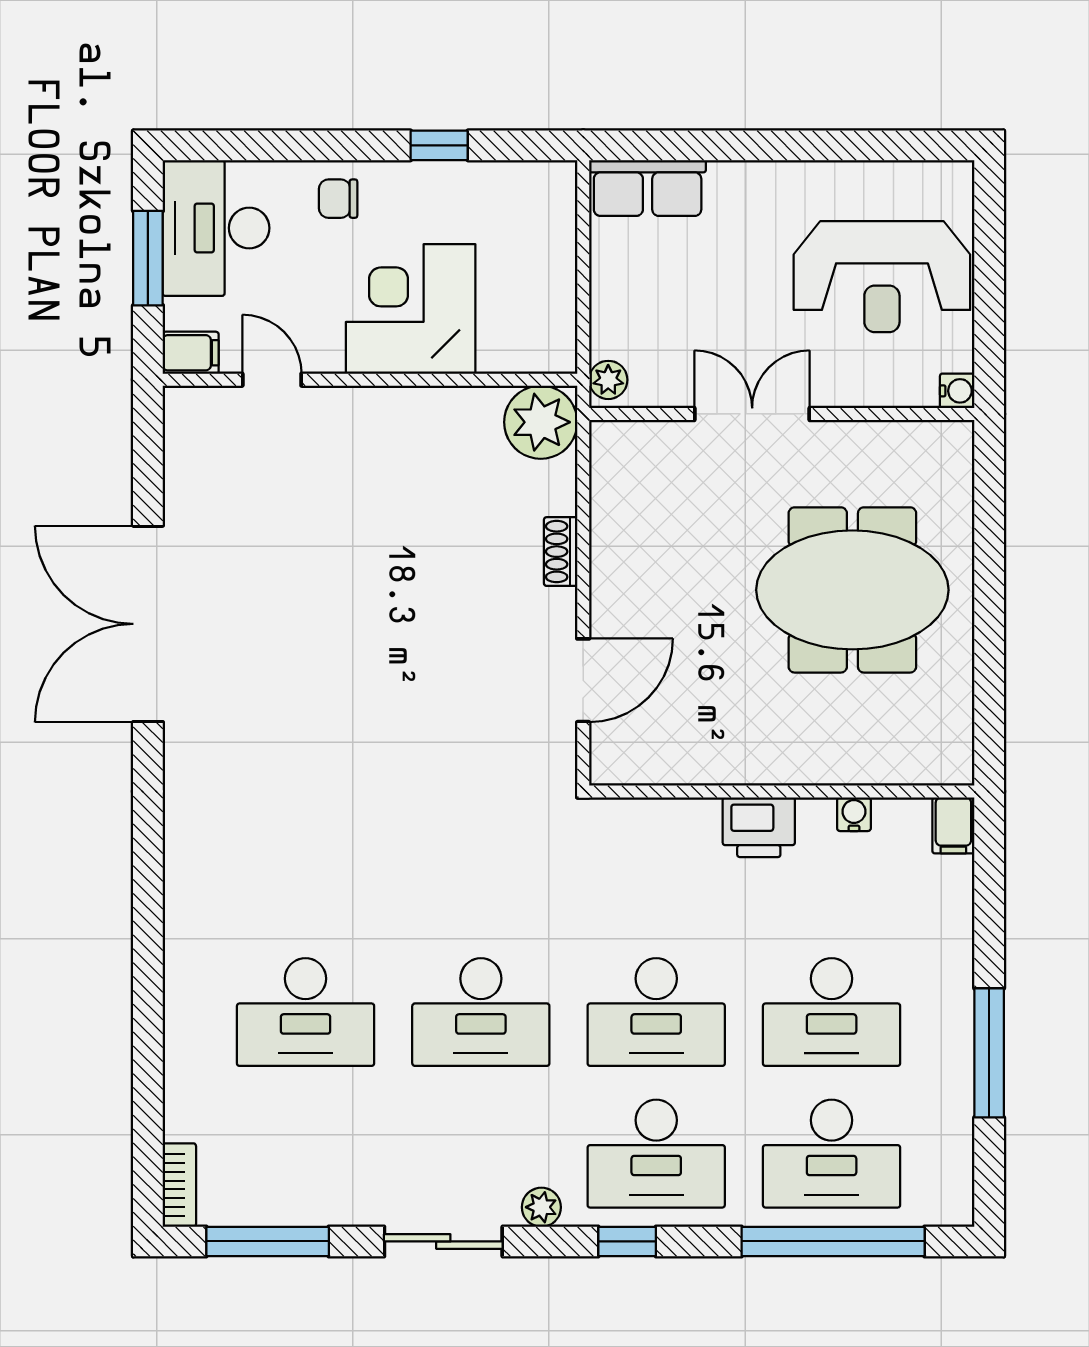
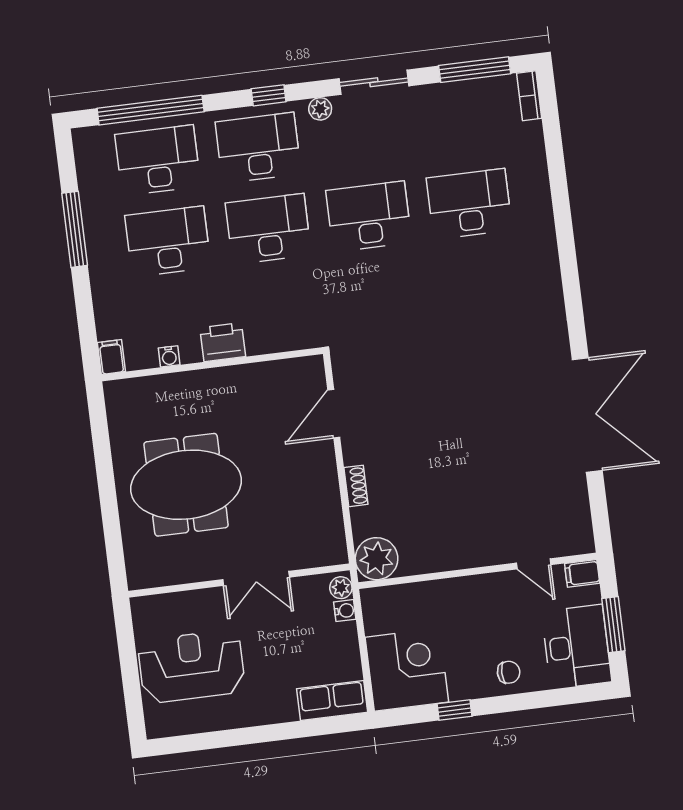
corner desk: (411, 309) -> (407, 670), moved, turned -90
water cooler: (957, 391) -> (345, 611), moved, turned 180

